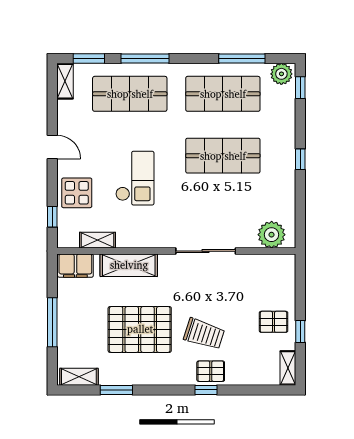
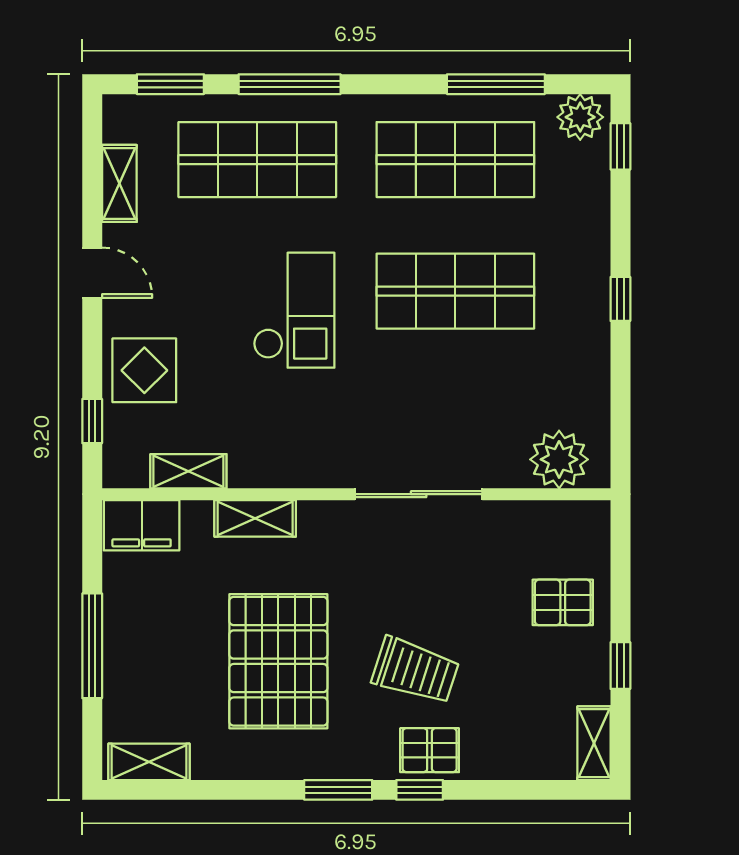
shelving: (65, 81) -> (119, 183), moved
checkout: (135, 178) -> (294, 310), moved
shelving: (129, 265) -> (255, 518), width x0.67, depth x0.75
pallet: (274, 322) -> (563, 602), moved
pallet: (140, 329) -> (278, 661), turned 90
window: (116, 390) -> (338, 790), moved

